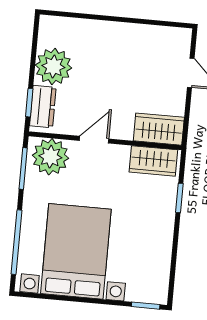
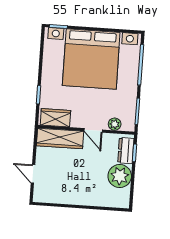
wardrobe: (159, 129) -> (60, 138), width x1.50
door: (94, 140) -> (93, 130), hinge flipped
plant: (50, 157) -> (115, 124), width x0.53, depth x0.53
bed with nightstands: (76, 251) -> (91, 59), width x1.36

